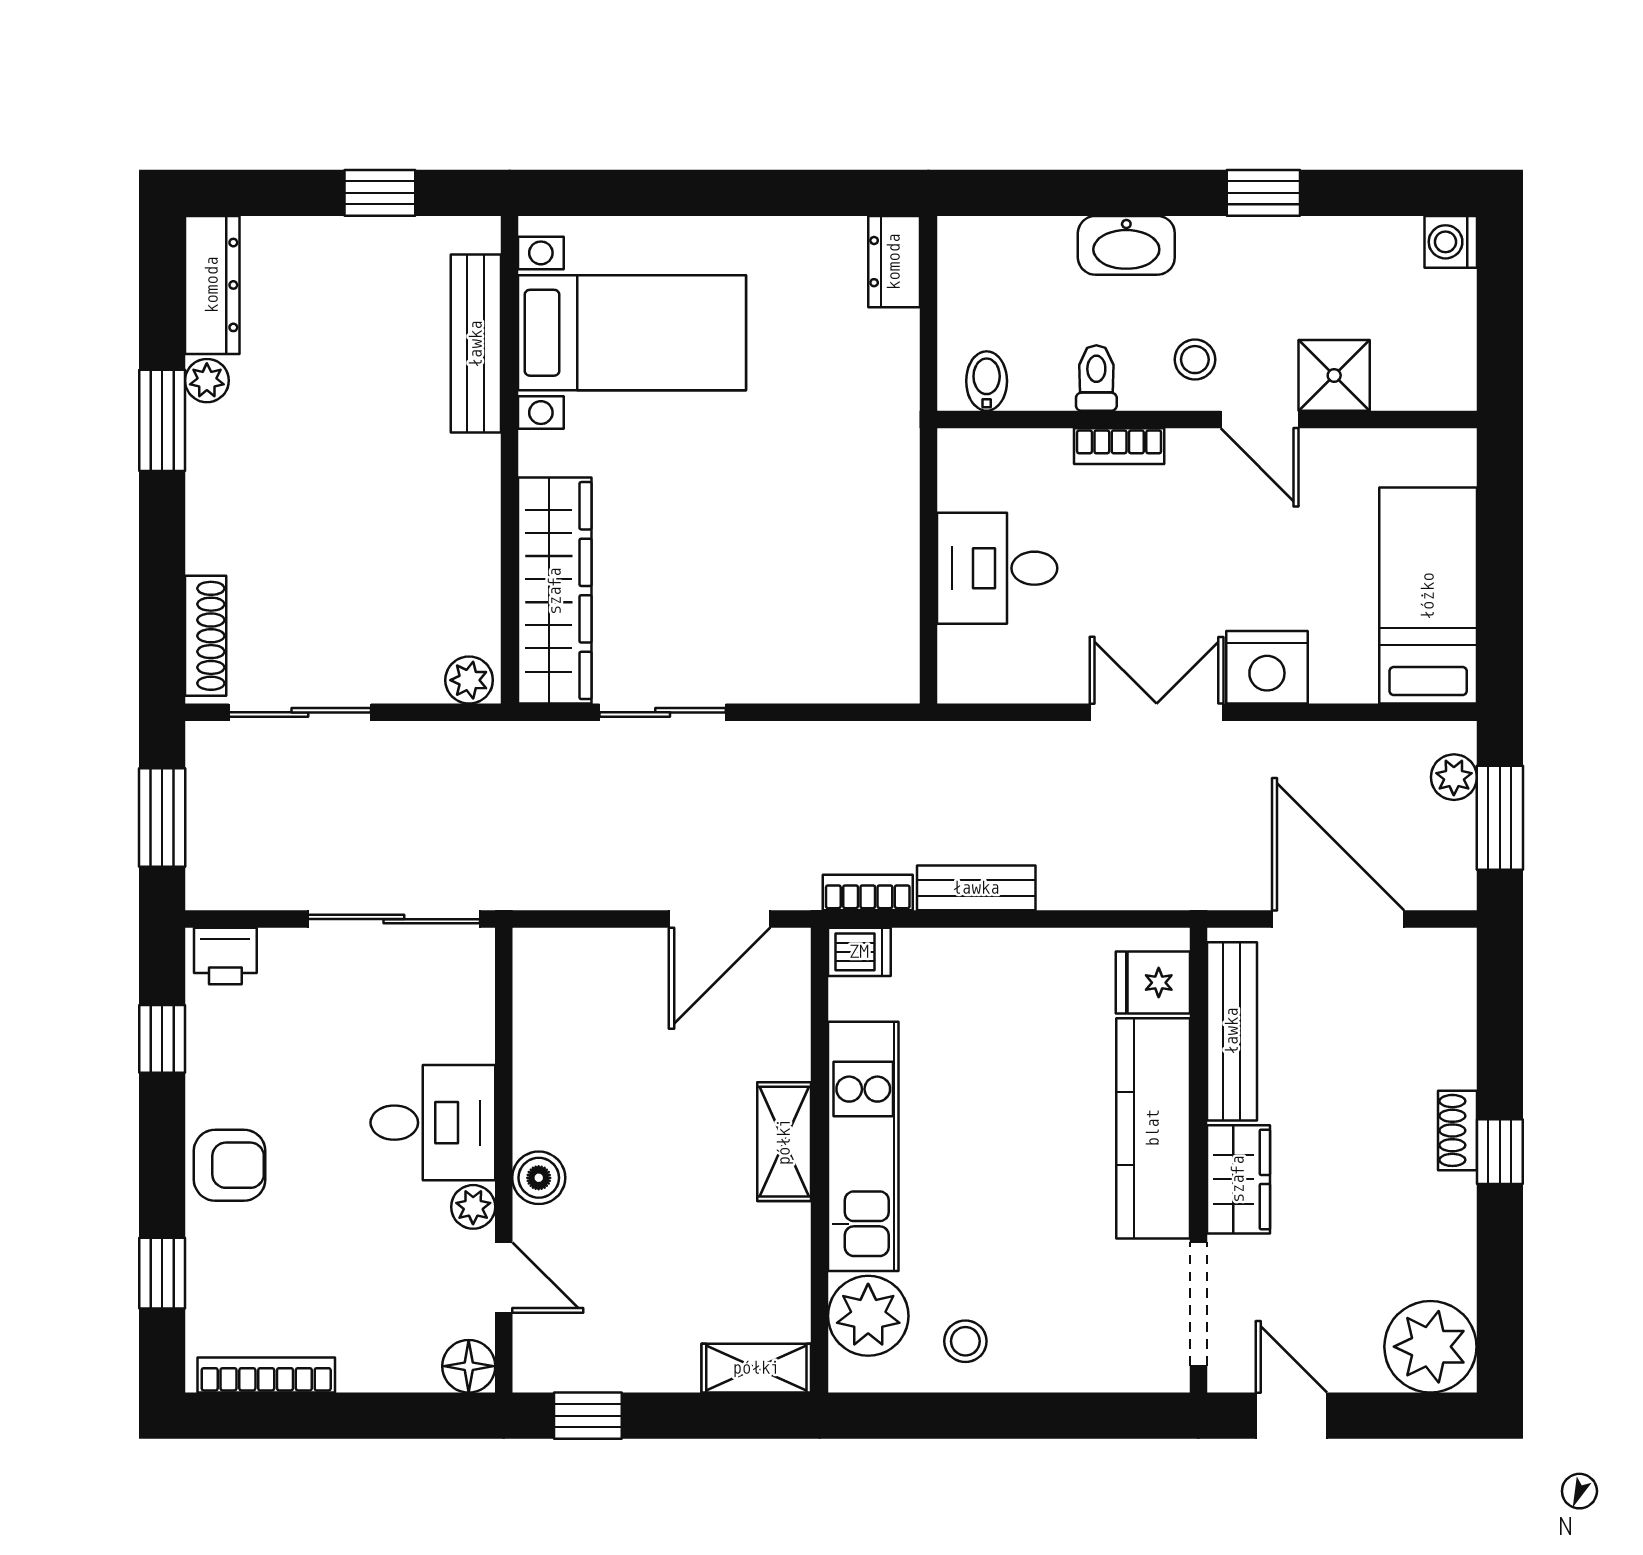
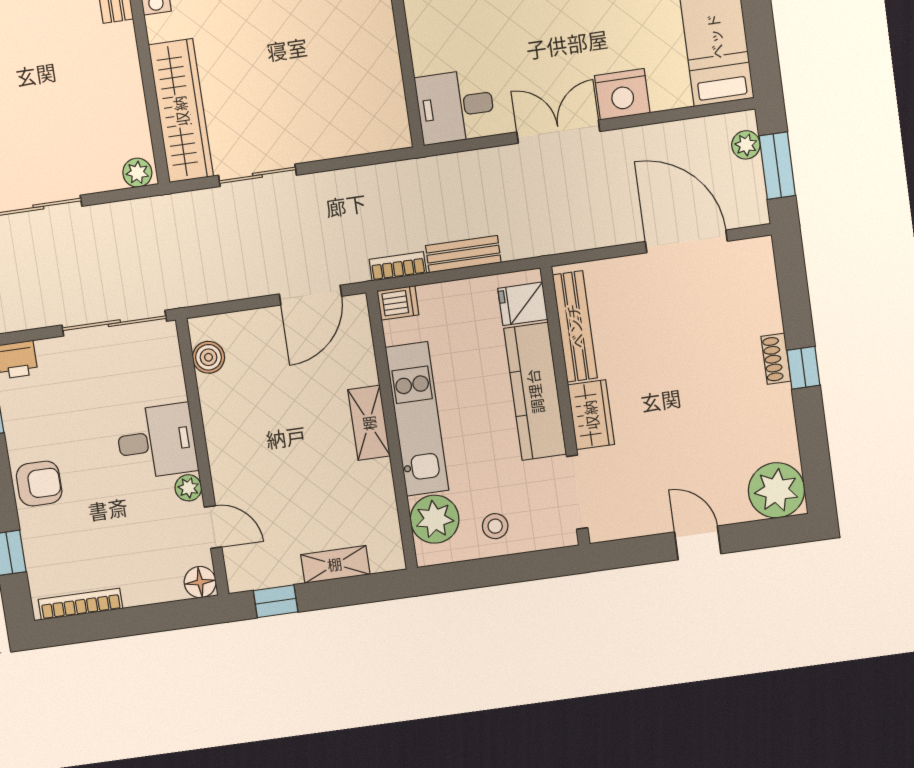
desk: (997, 568) -> (455, 107), moved
fridge: (1153, 983) -> (523, 304), moved
bench: (1232, 1031) -> (575, 326), moved
kitchen counter: (1153, 1128) -> (535, 391), moved
wall: (1198, 1160) -> (565, 407), moved
boiler: (539, 1178) -> (209, 357), moved
wardrobe: (1238, 1179) -> (591, 415), moved
doorway: (1198, 1304) -> (577, 492), moved
shelving: (756, 1368) -> (335, 564), moved

